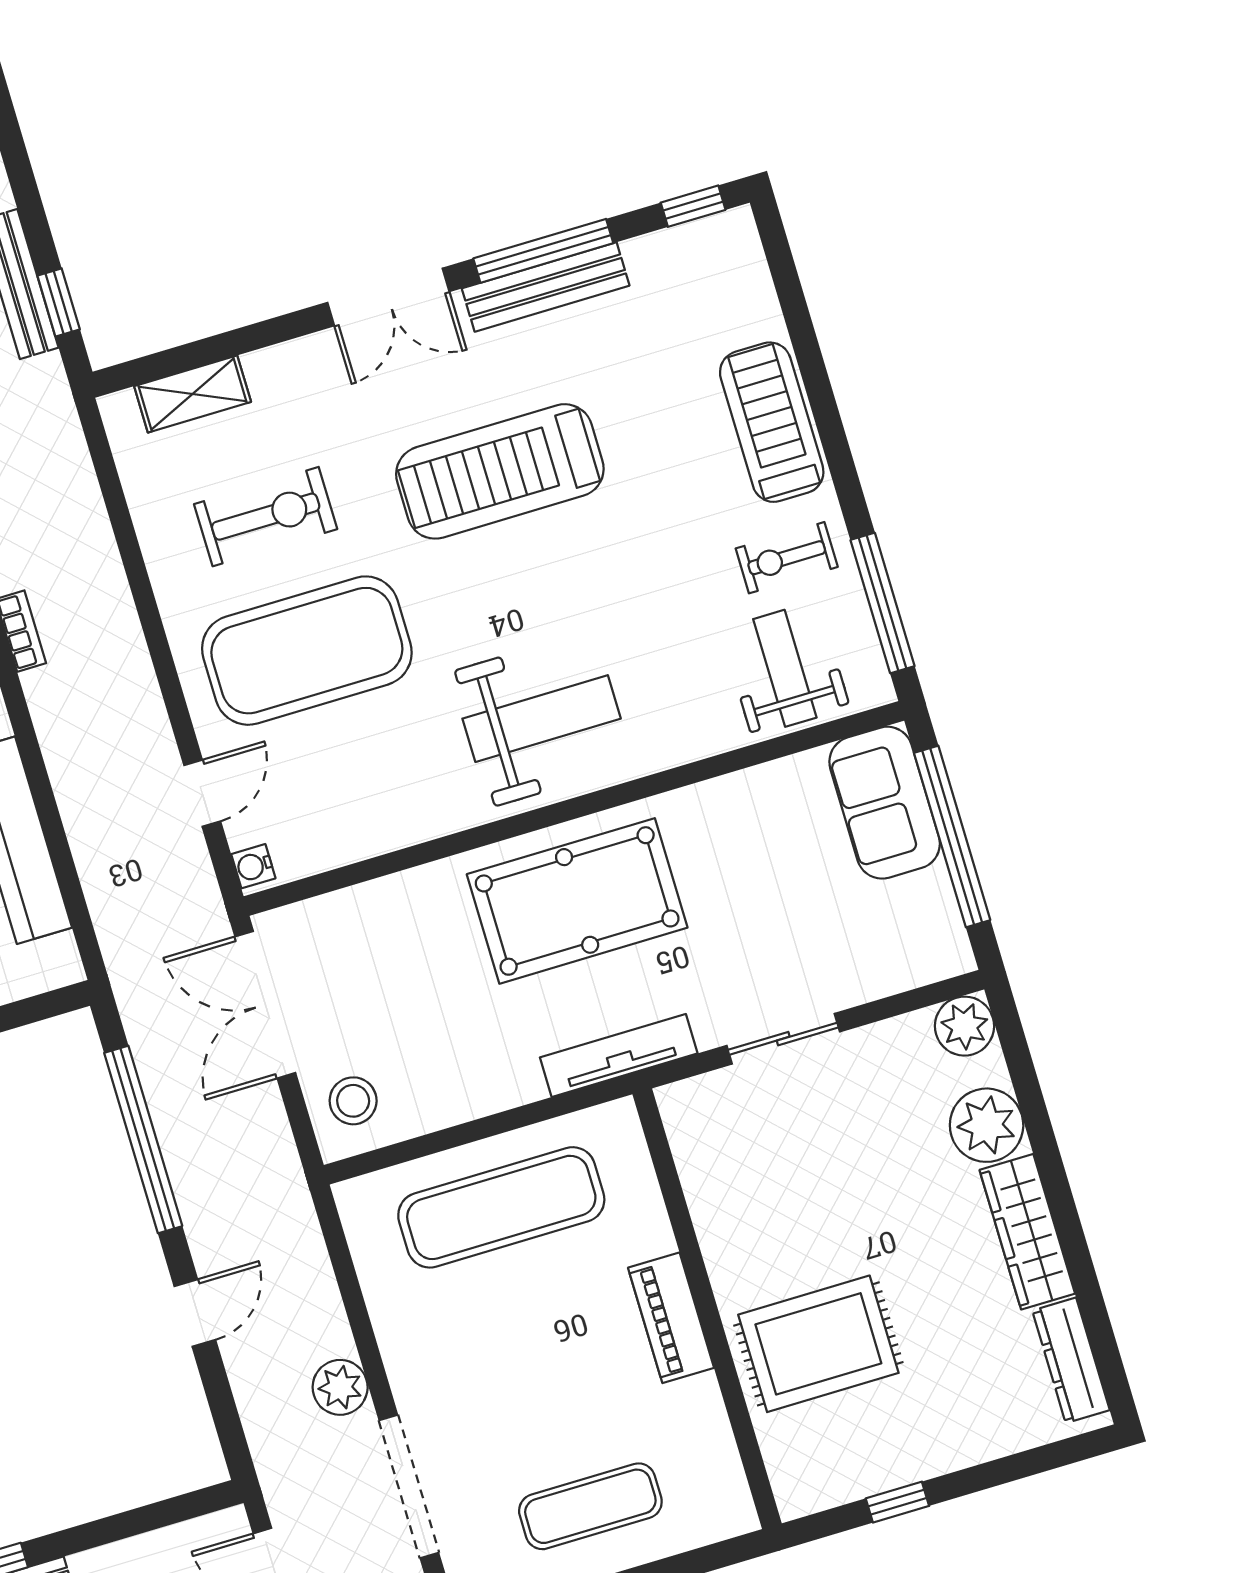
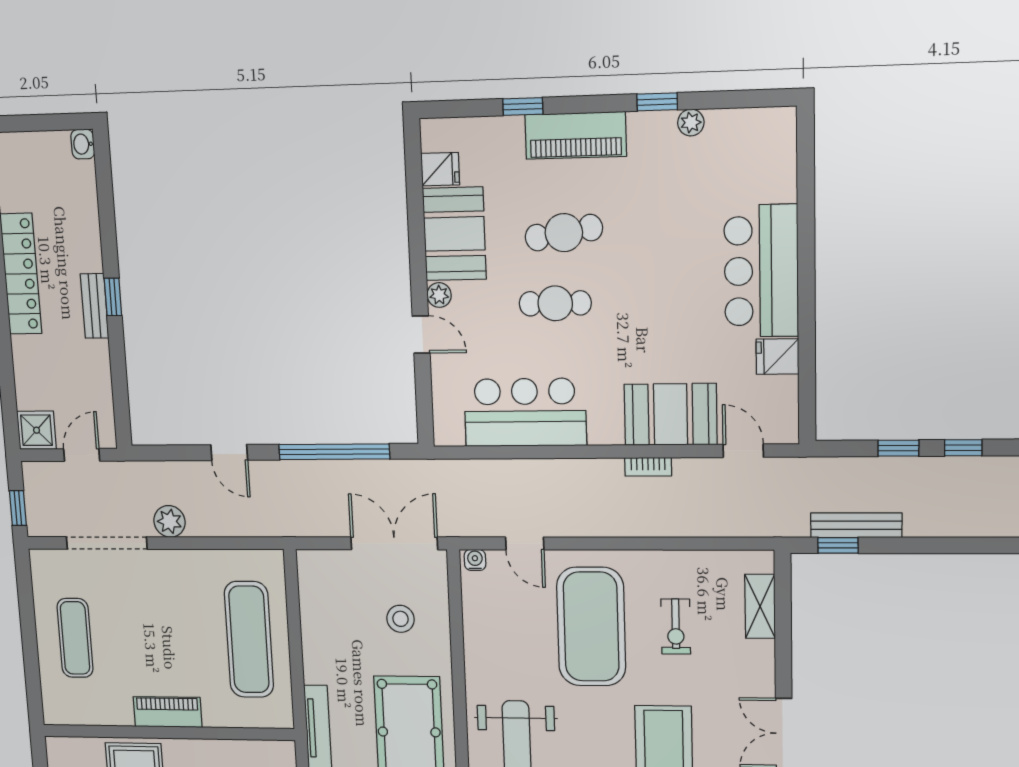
exercise bike: (266, 517) -> (676, 627), width x0.73, depth x0.72
stool: (353, 1101) -> (400, 619), moved

